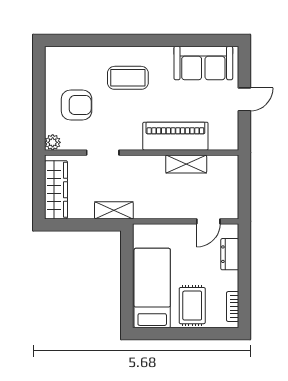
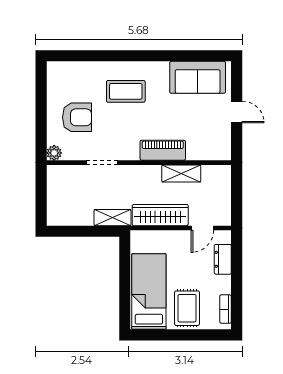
door: (244, 99) -> (237, 112), hinge flipped
piano: (175, 136) -> (163, 150), width x0.73, depth x0.75
wardrobe: (56, 190) -> (160, 215), moved, turned -90

